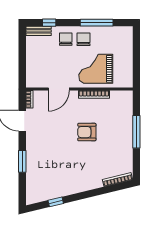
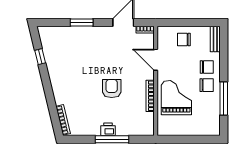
window: (49, 23) -> (224, 50), removed
chair: (39, 62) -> (184, 40), added
printer: (127, 136) -> (108, 129), added

